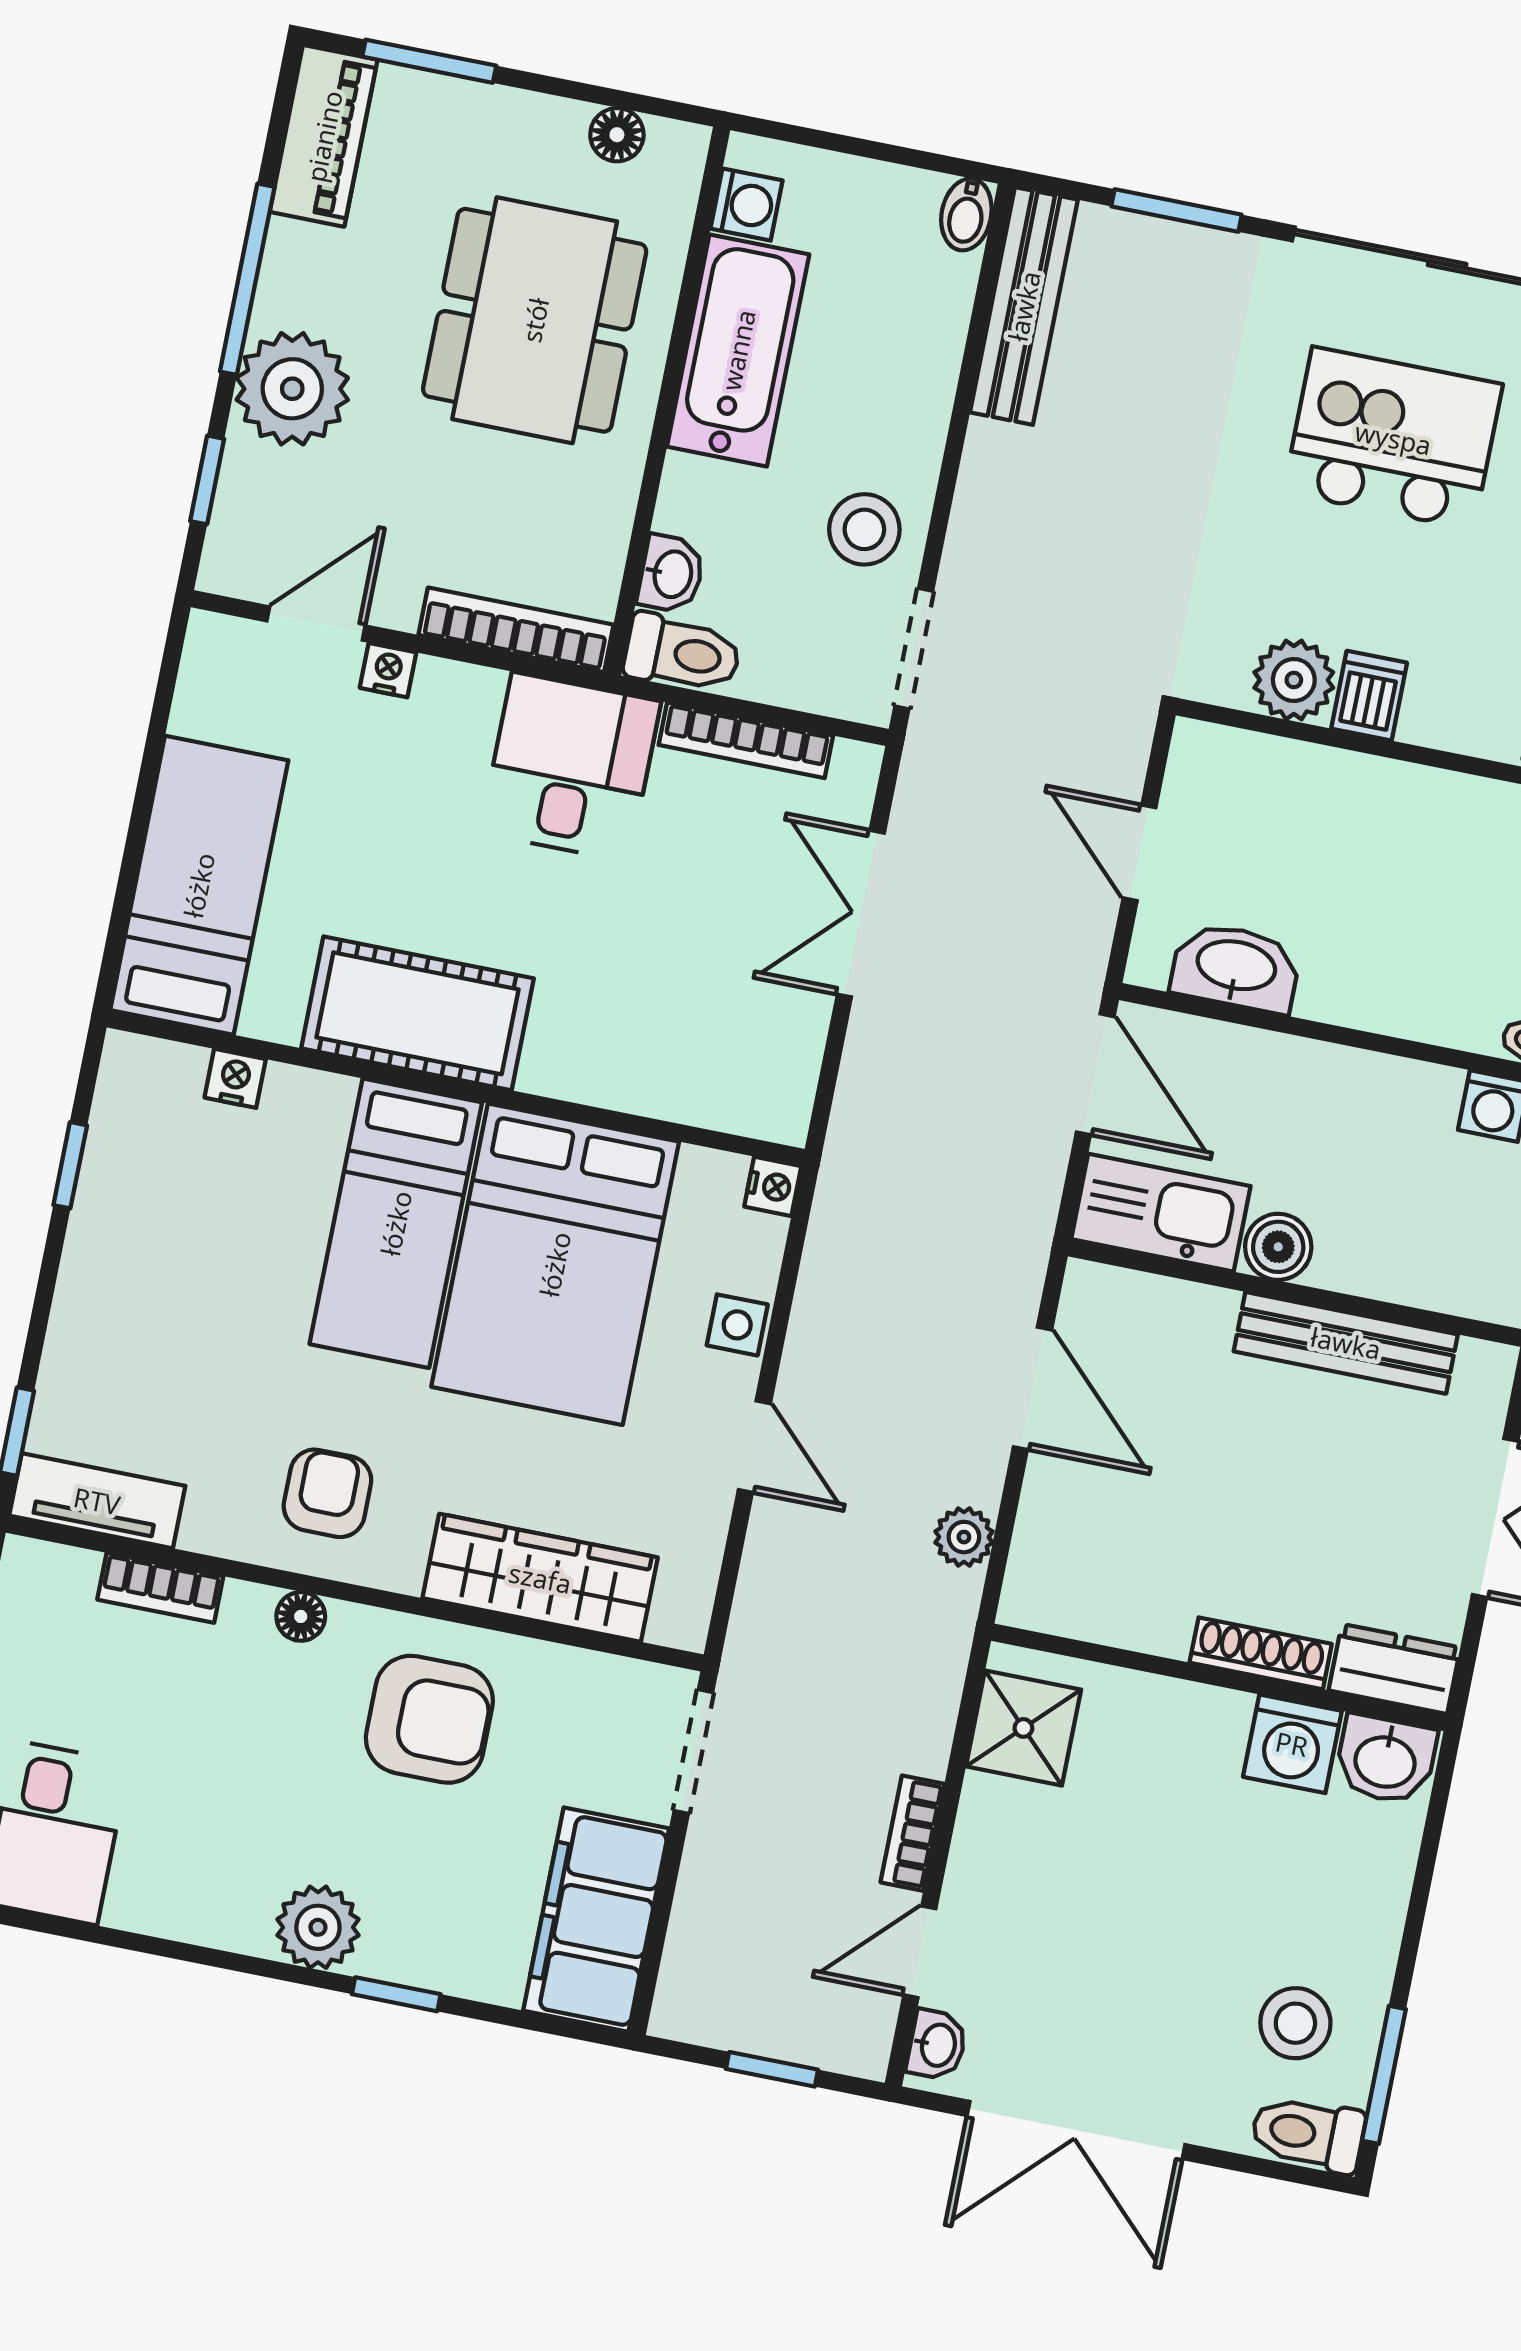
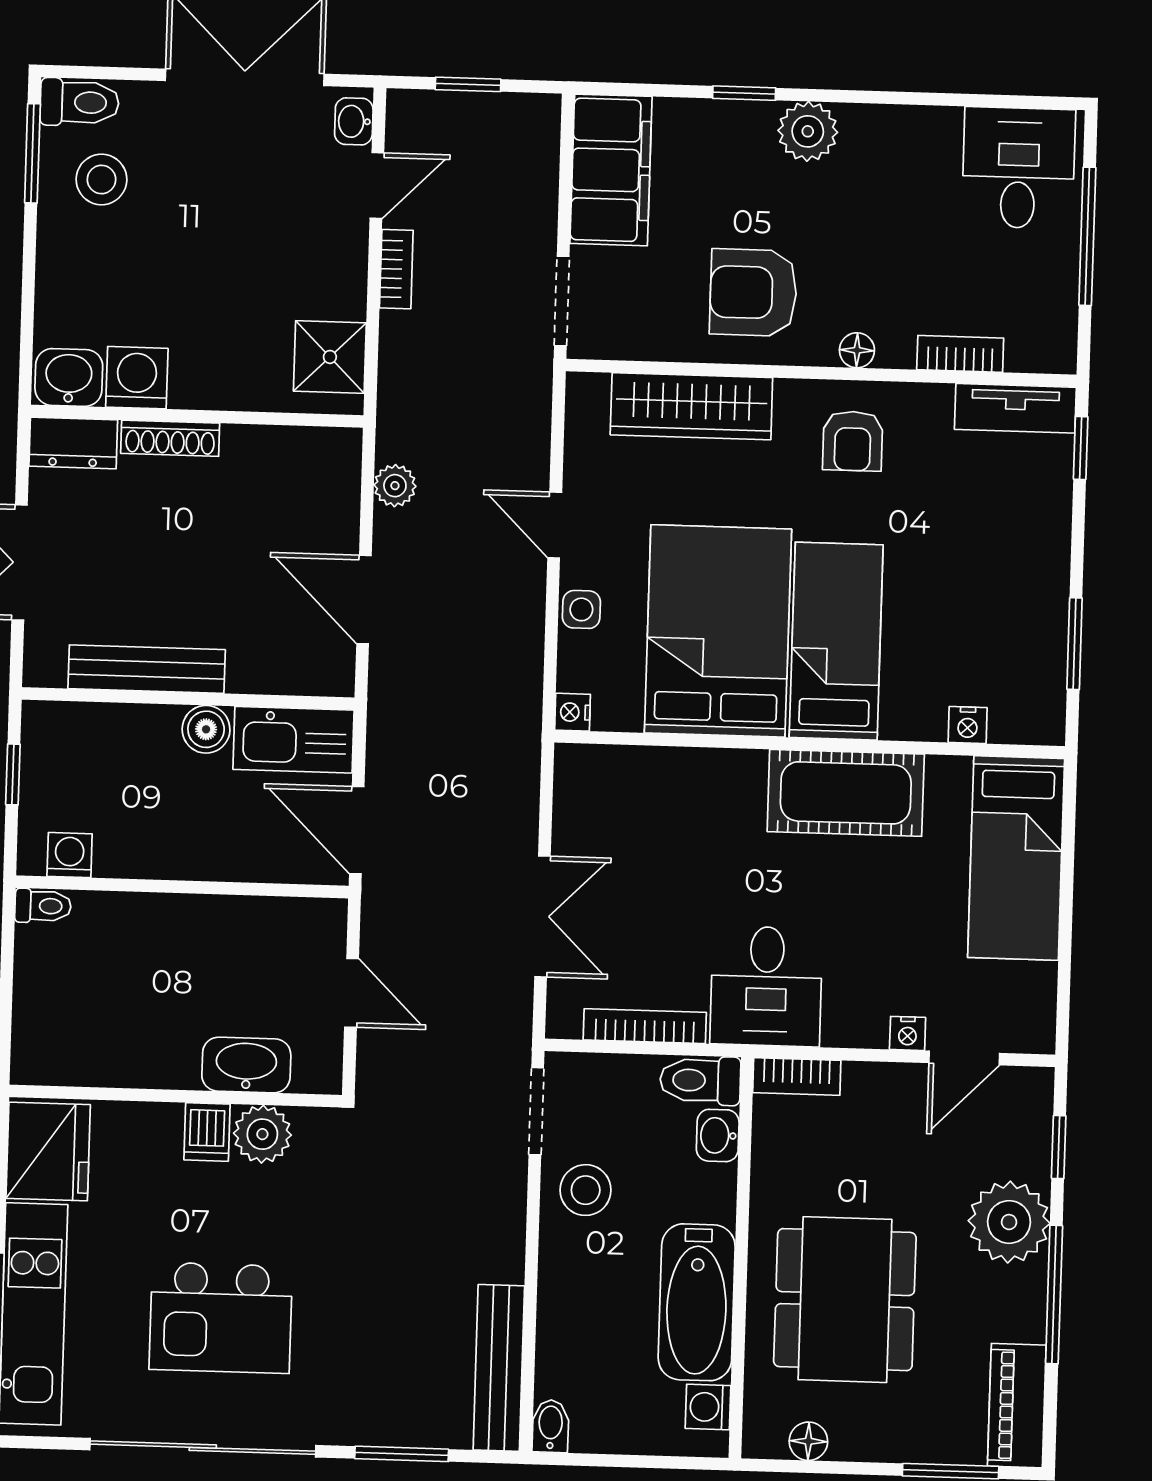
bookcase: (516, 630) -> (797, 1077), width x0.64
washbasin: (1236, 967) -> (246, 1065), moved, turned 180
window: (70, 1165) -> (1075, 644), width x1.50

